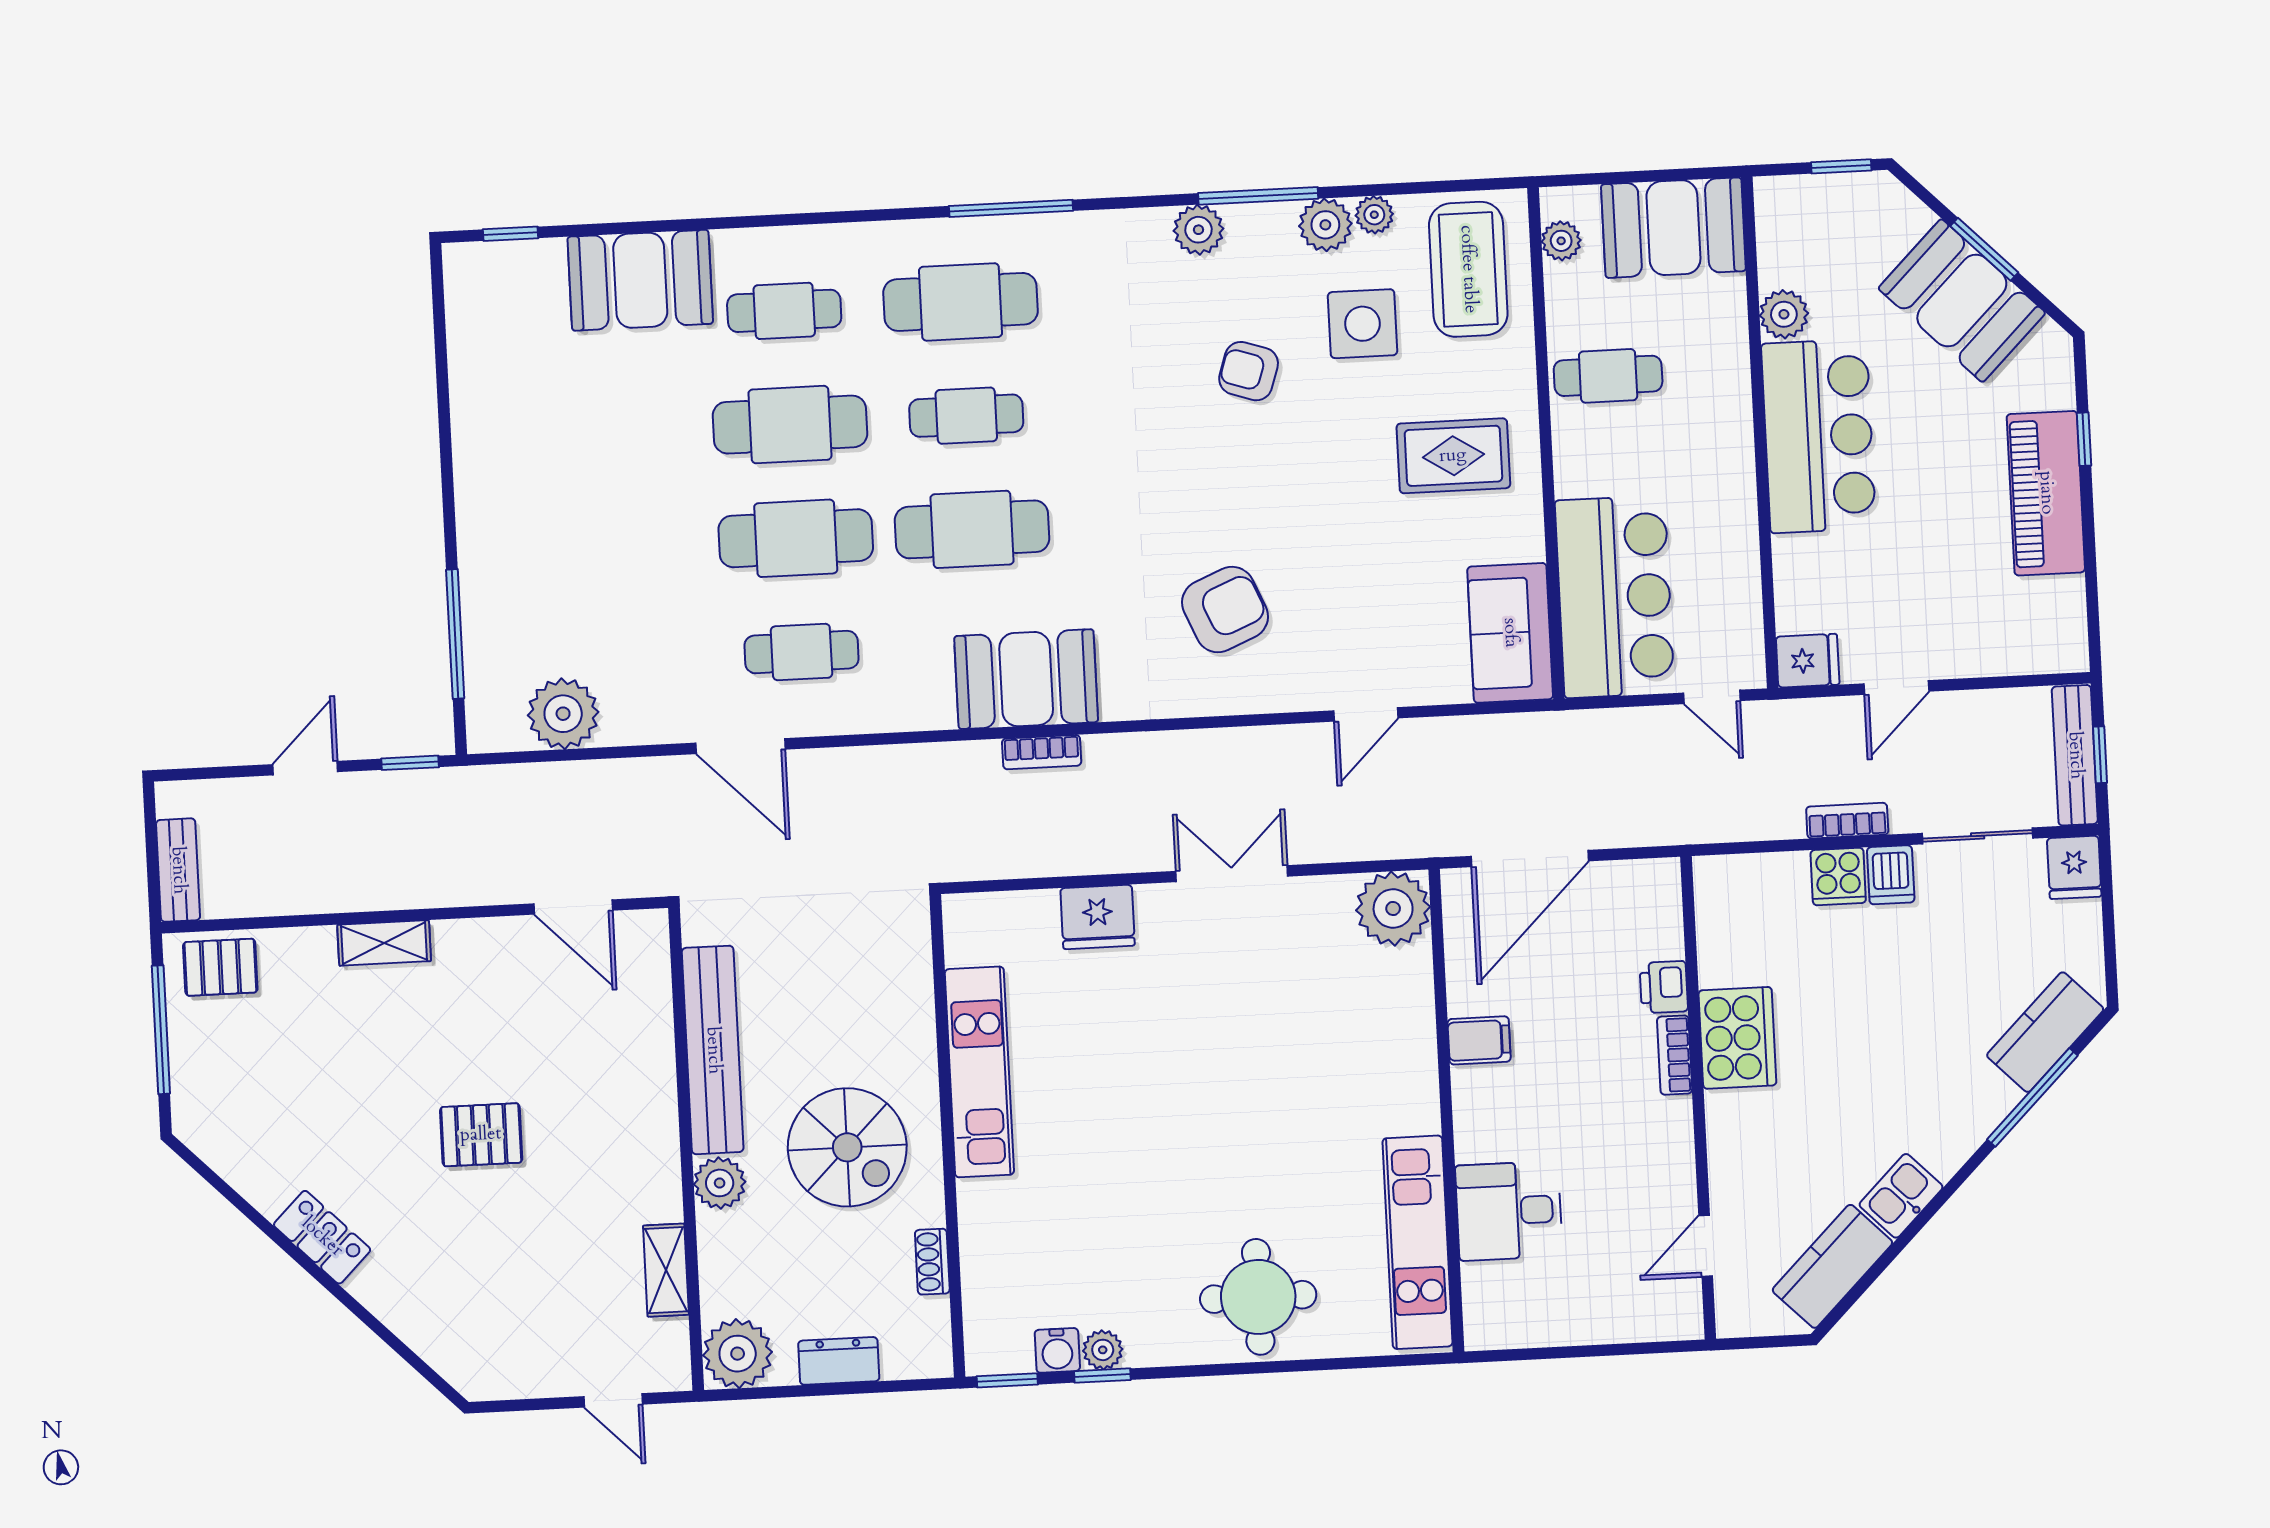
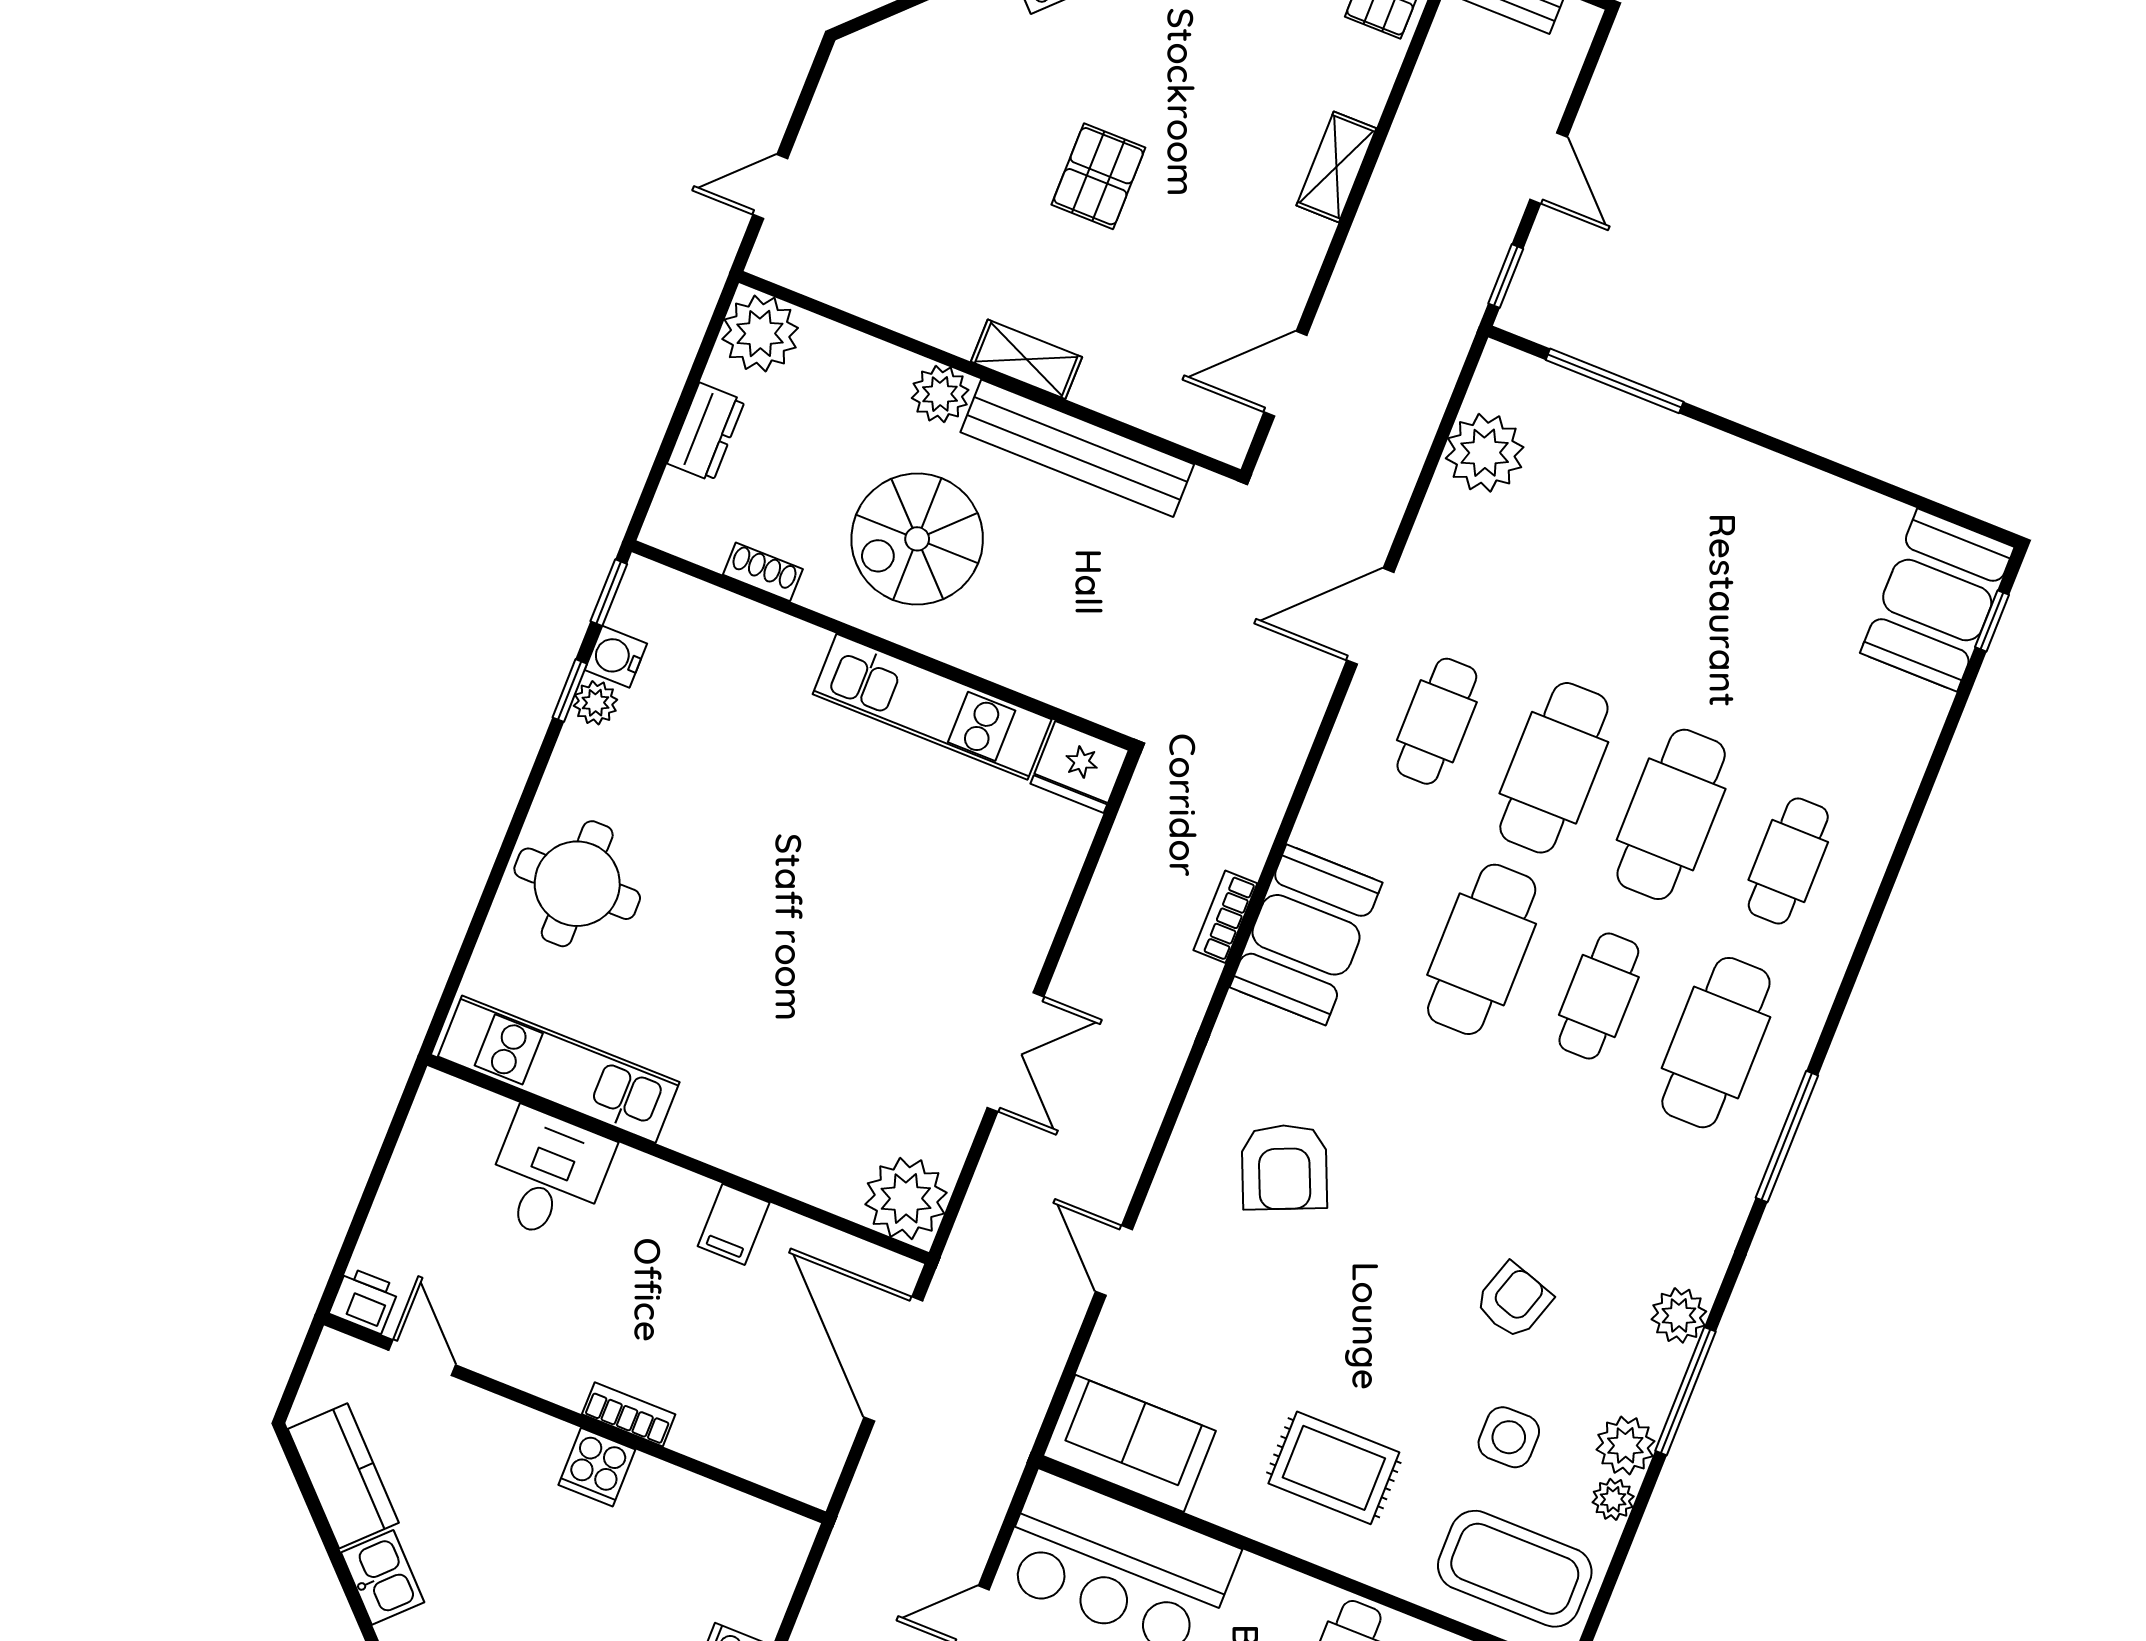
booth: (640, 280) -> (1937, 600), moved
side table: (1362, 324) -> (1509, 1437), width x0.73, depth x0.73
rug: (1453, 456) -> (1334, 1468), turned 90
fridge: (1098, 917) -> (1080, 767), moved, turned -90
printer: (1664, 987) -> (364, 1300), moved
cooker: (1737, 1038) -> (597, 1467), width x0.53, depth x0.76
shelving: (666, 1270) -> (1026, 359), moved

